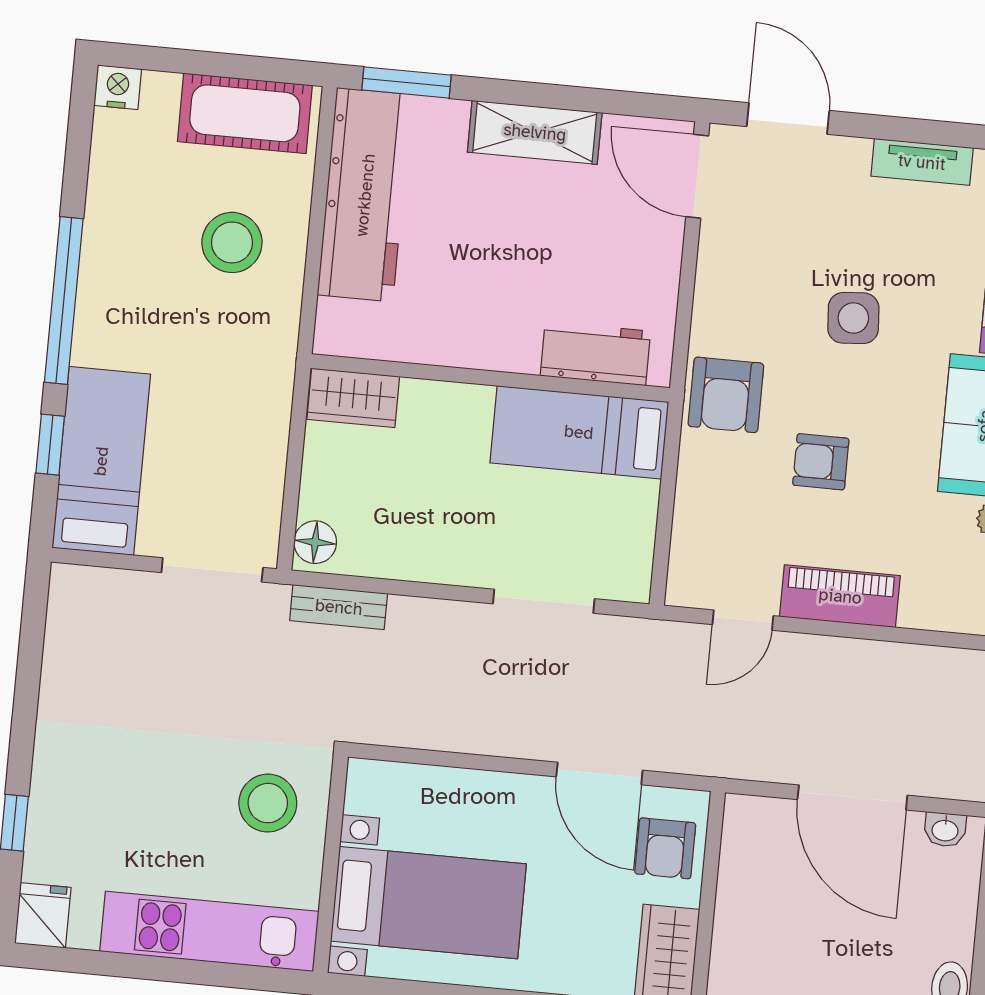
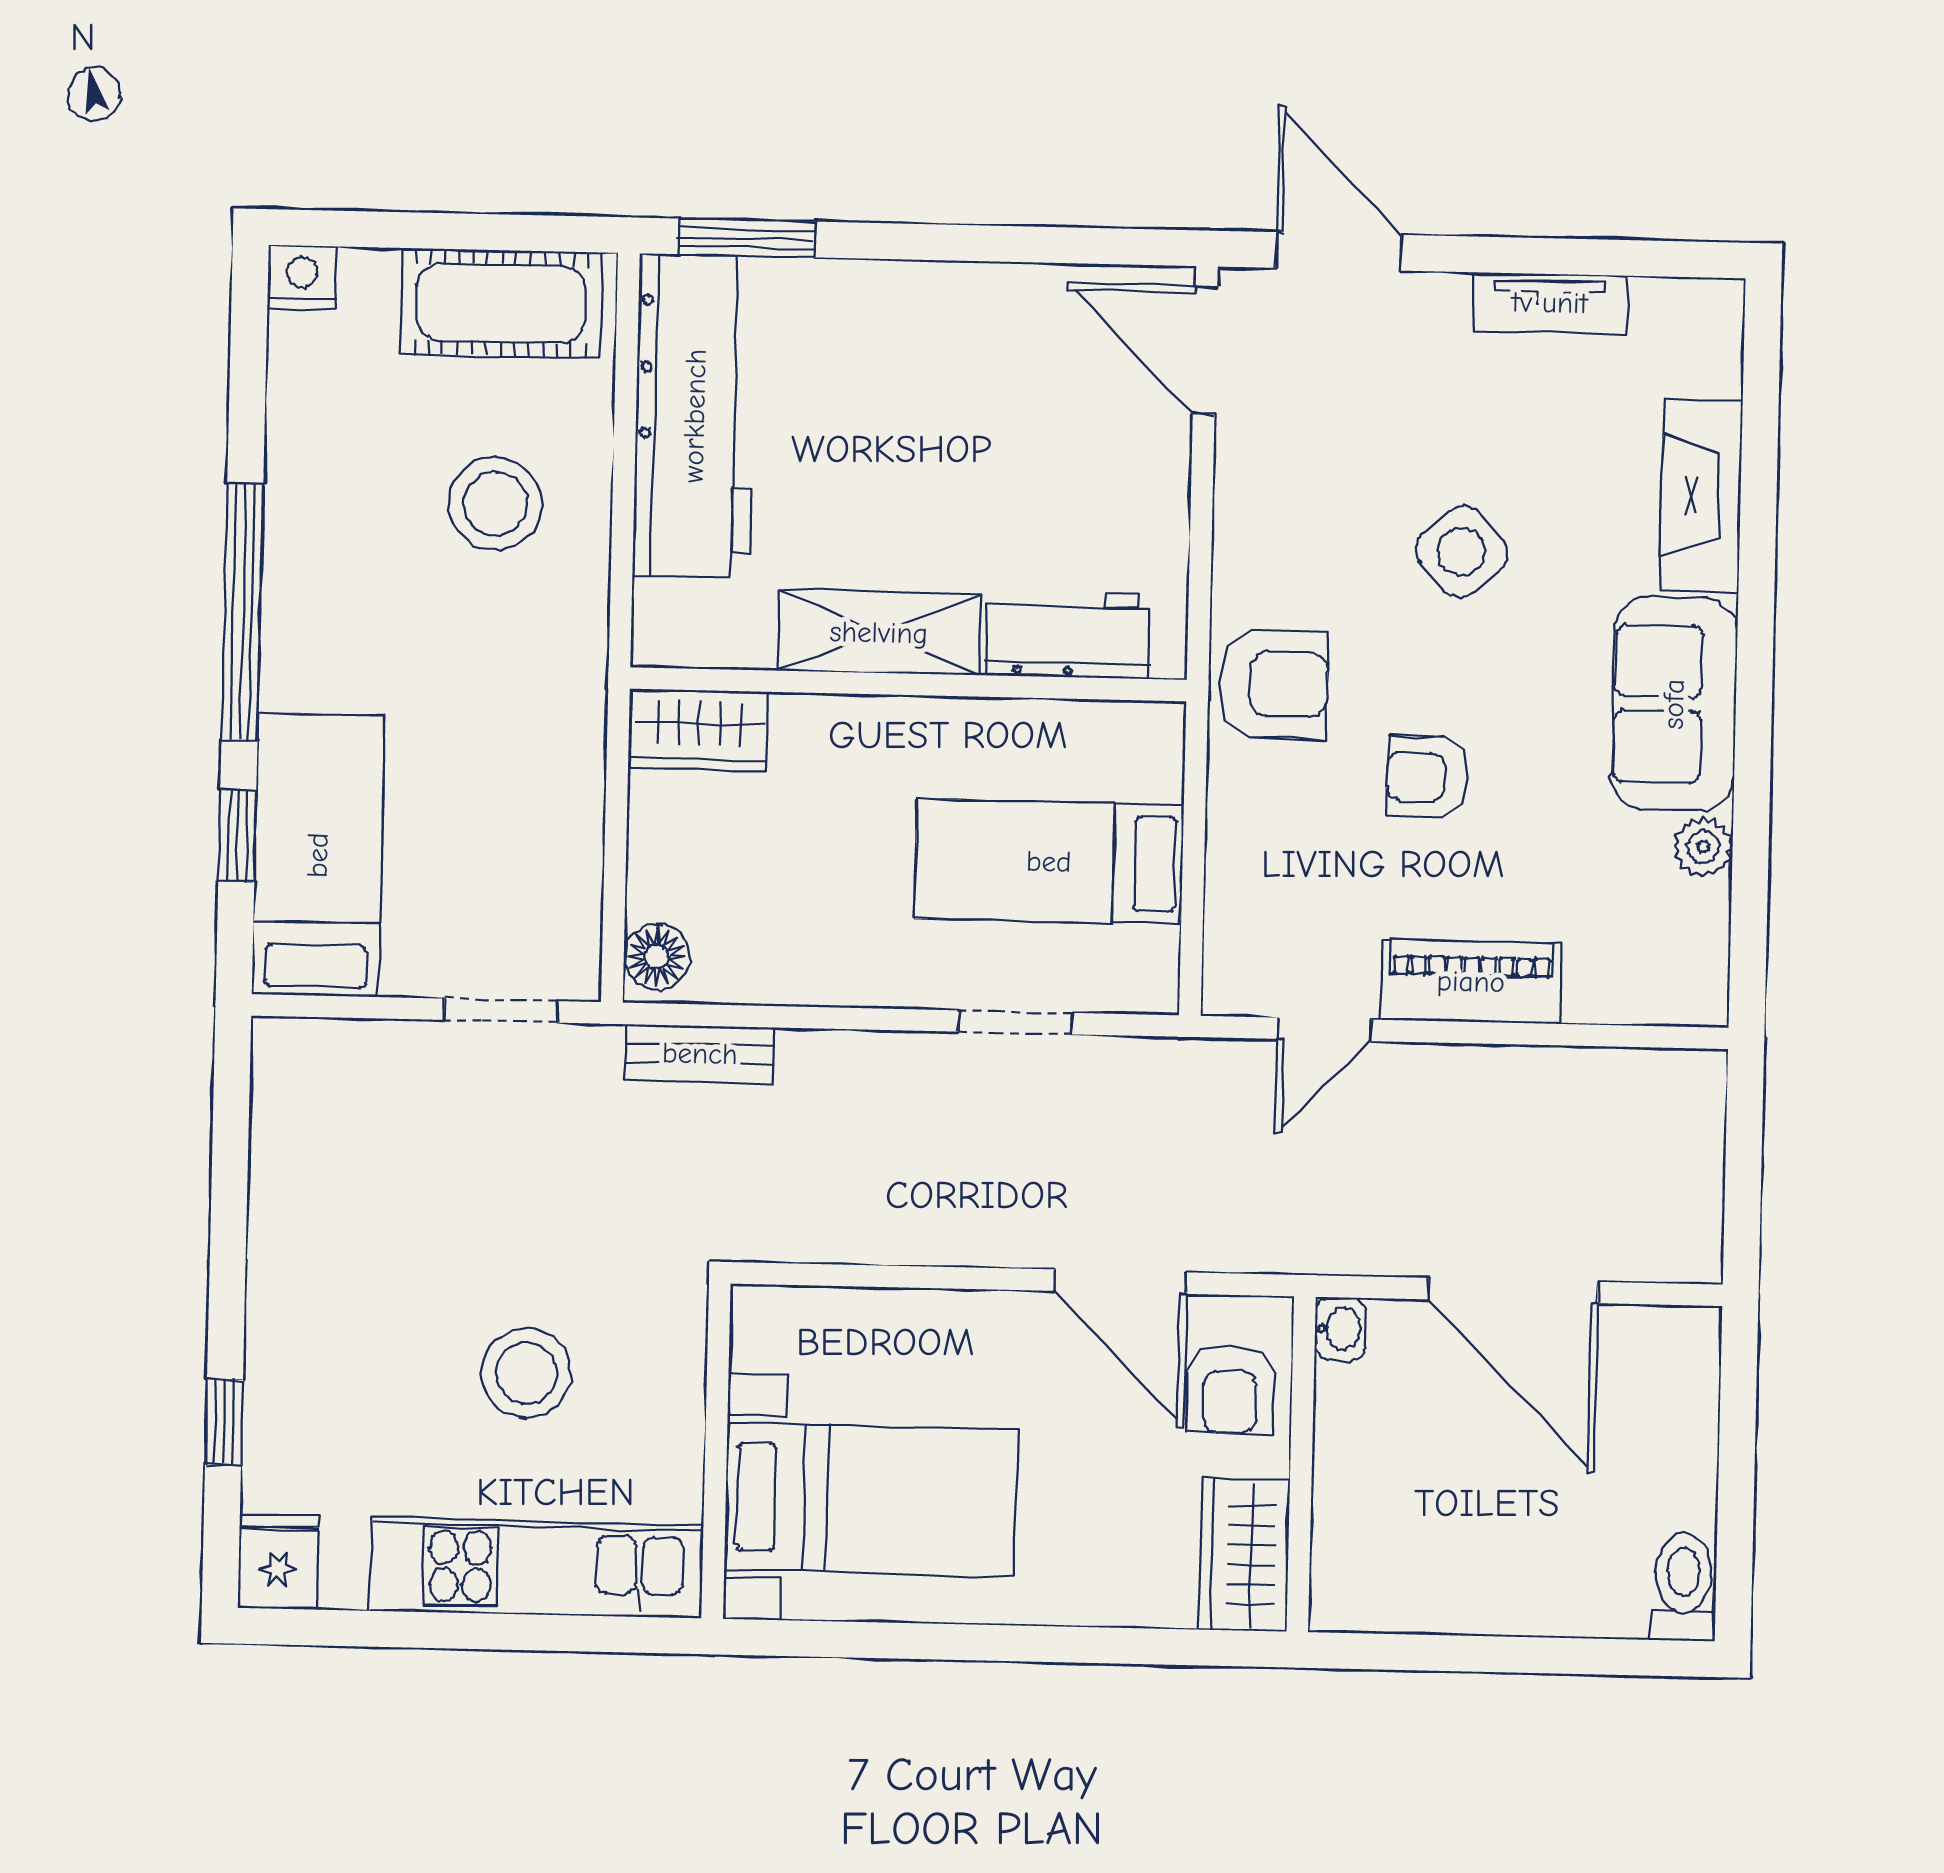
shelving: (535, 132) -> (879, 633), moved
side table: (853, 318) -> (1461, 552), turned -37
armchair: (726, 395) -> (1273, 684), turned -90
bed: (579, 432) -> (1049, 862), moved
doorway: (212, 570) -> (501, 1011), width x0.73
doorway: (544, 601) -> (1015, 1022), width x0.73
stool: (268, 803) -> (526, 1373), moved
washbasin: (945, 830) -> (1340, 1329), moved, turned -90

